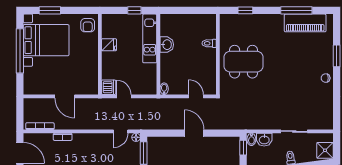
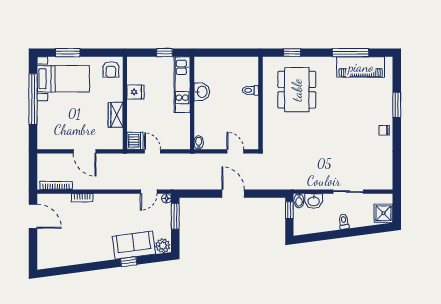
bed with nightstands: (46, 40) -> (63, 79), width x0.73
dining table: (244, 62) -> (297, 90), moved, turned 90
wardrobe: (92, 65) -> (116, 115), added

